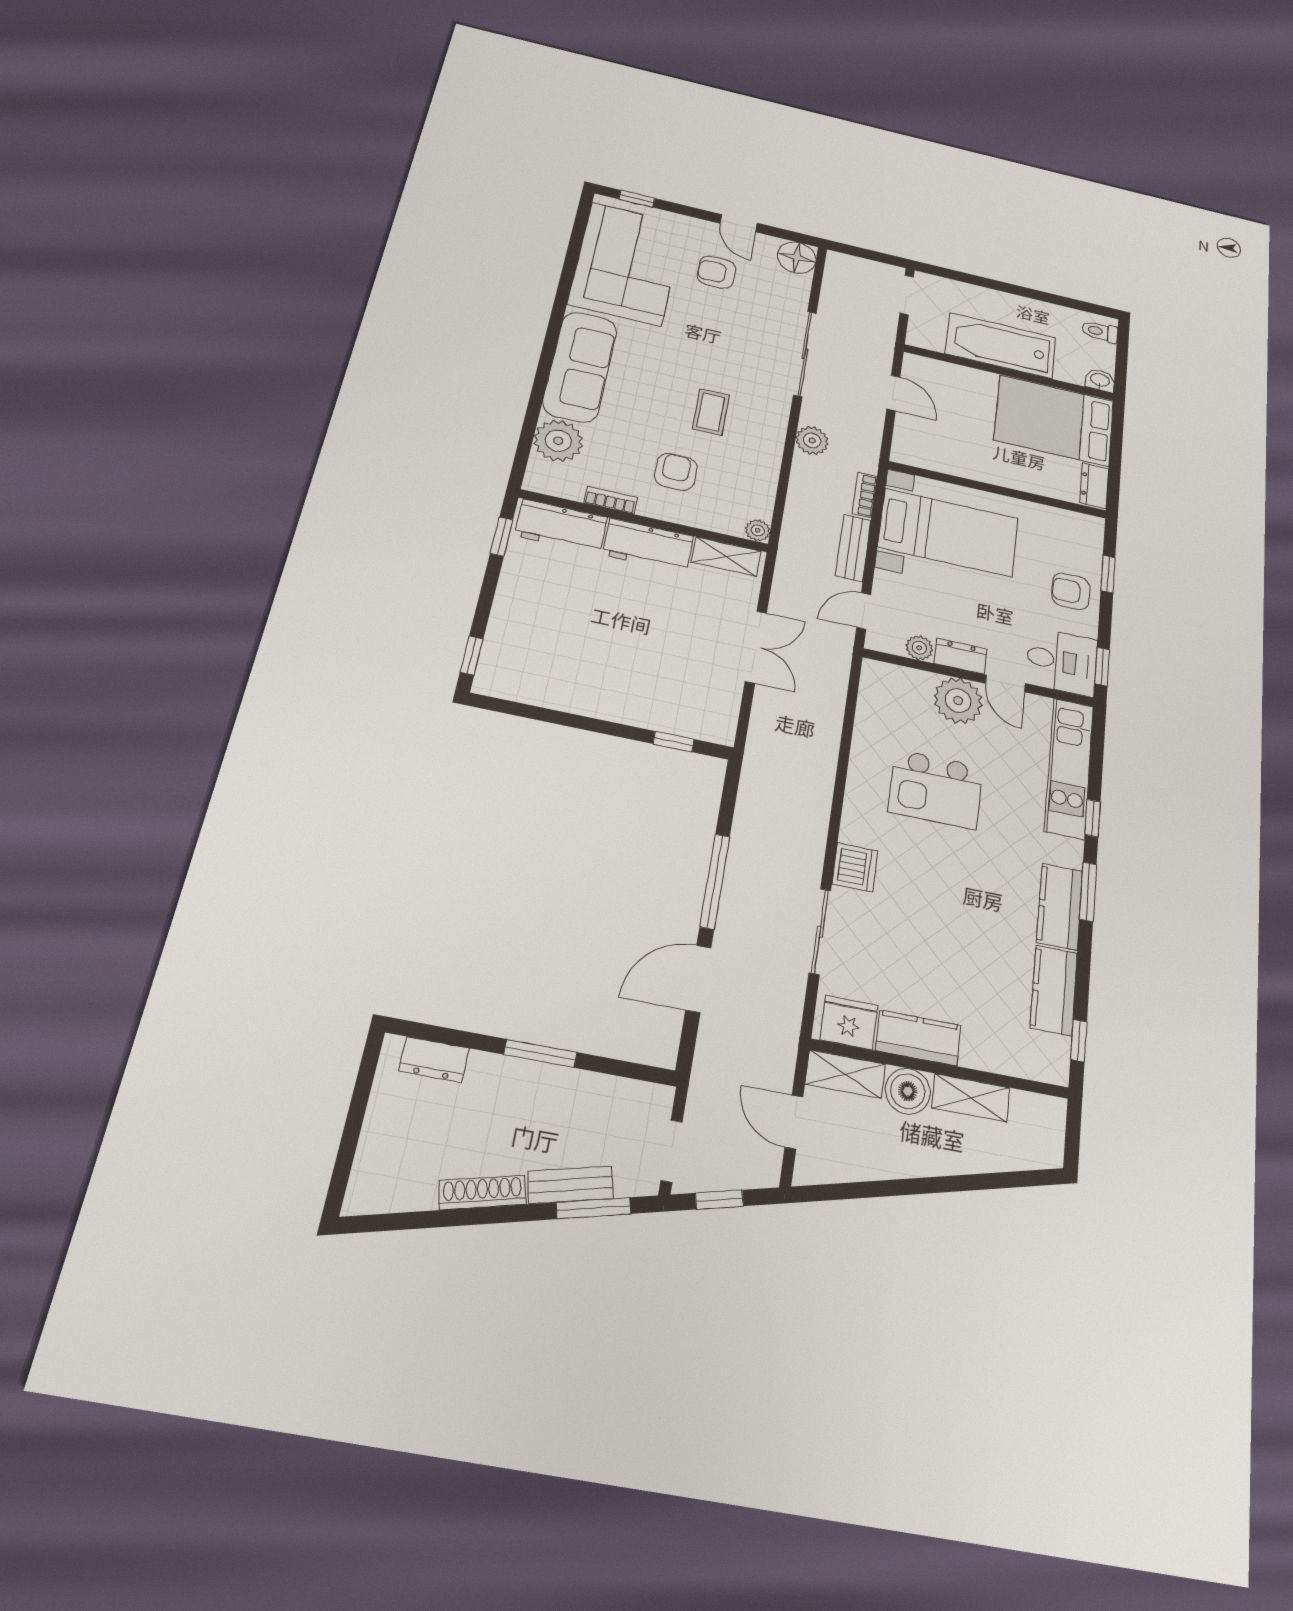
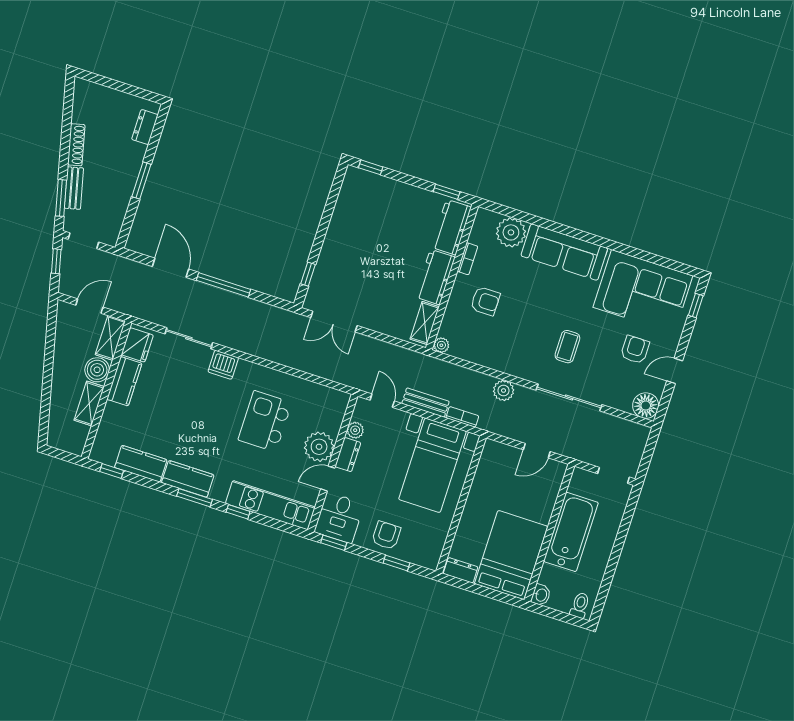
coffee table: (711, 412) -> (567, 347), moved, turned 90
double door: (756, 647) -> (334, 322), moved

